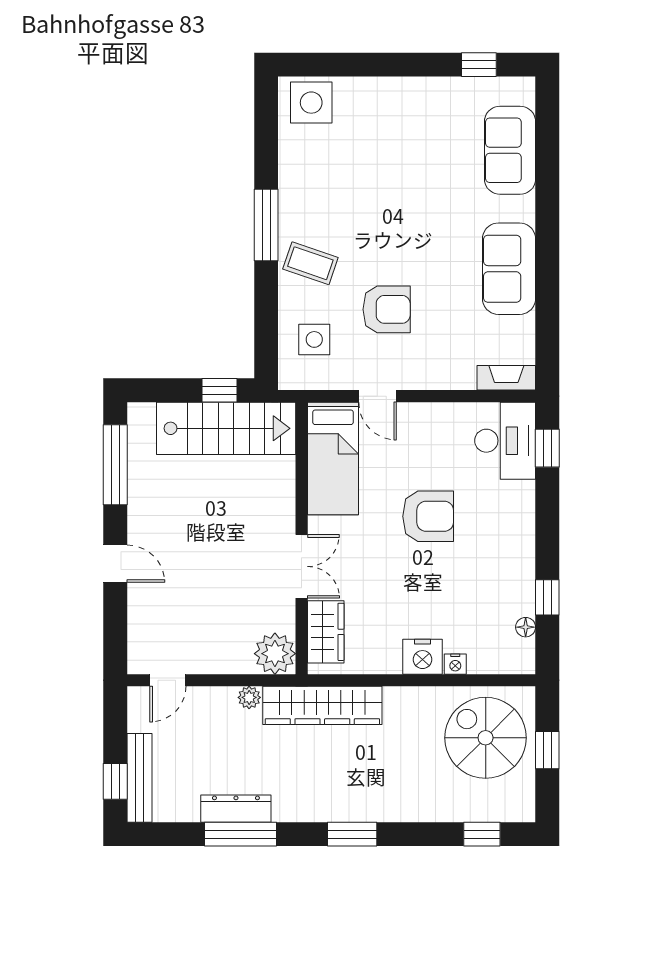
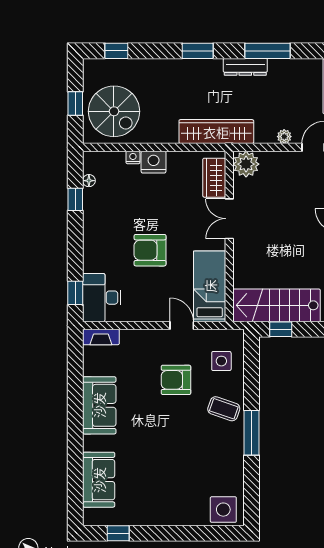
plant: (249, 697) -> (284, 137), moved
dresser: (236, 809) -> (245, 67), moved

